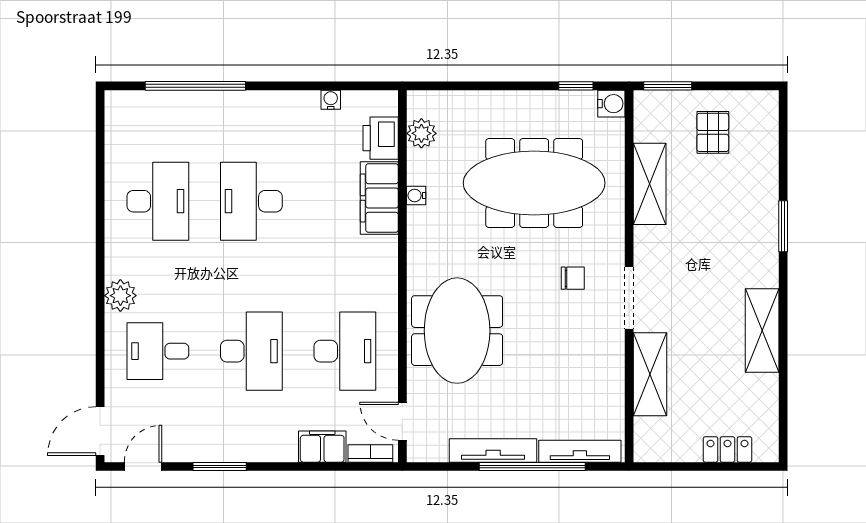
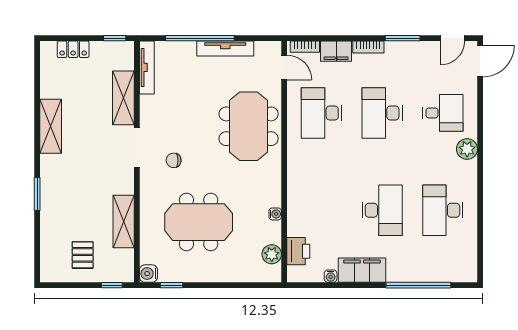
window: (668, 86) -> (112, 285), width x0.67
meeting table: (534, 183) -> (199, 222), width x0.73
filing cabinet: (379, 198) -> (362, 270), moved, turned -90
tv unit: (580, 451) -> (147, 67), moved, turned -90
bookcase: (273, 453) -> (368, 47), added
window: (663, 466) -> (115, 38), added

